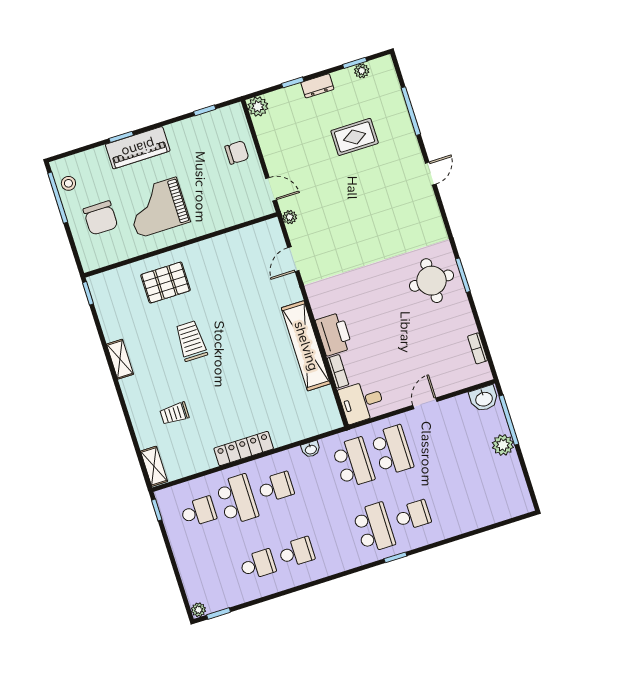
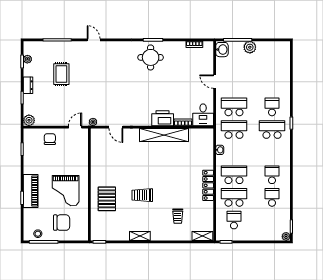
school desk: (276, 487) -> (234, 175), width x1.85

